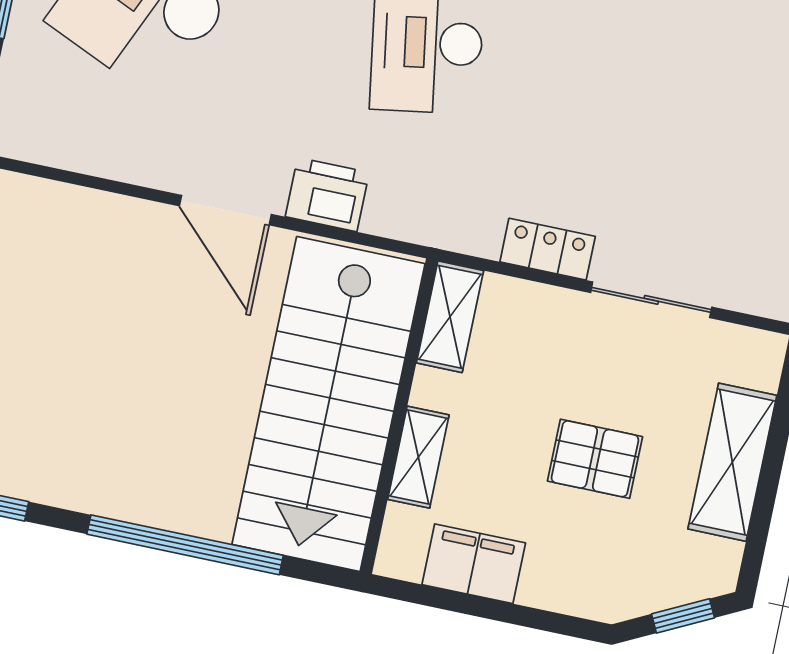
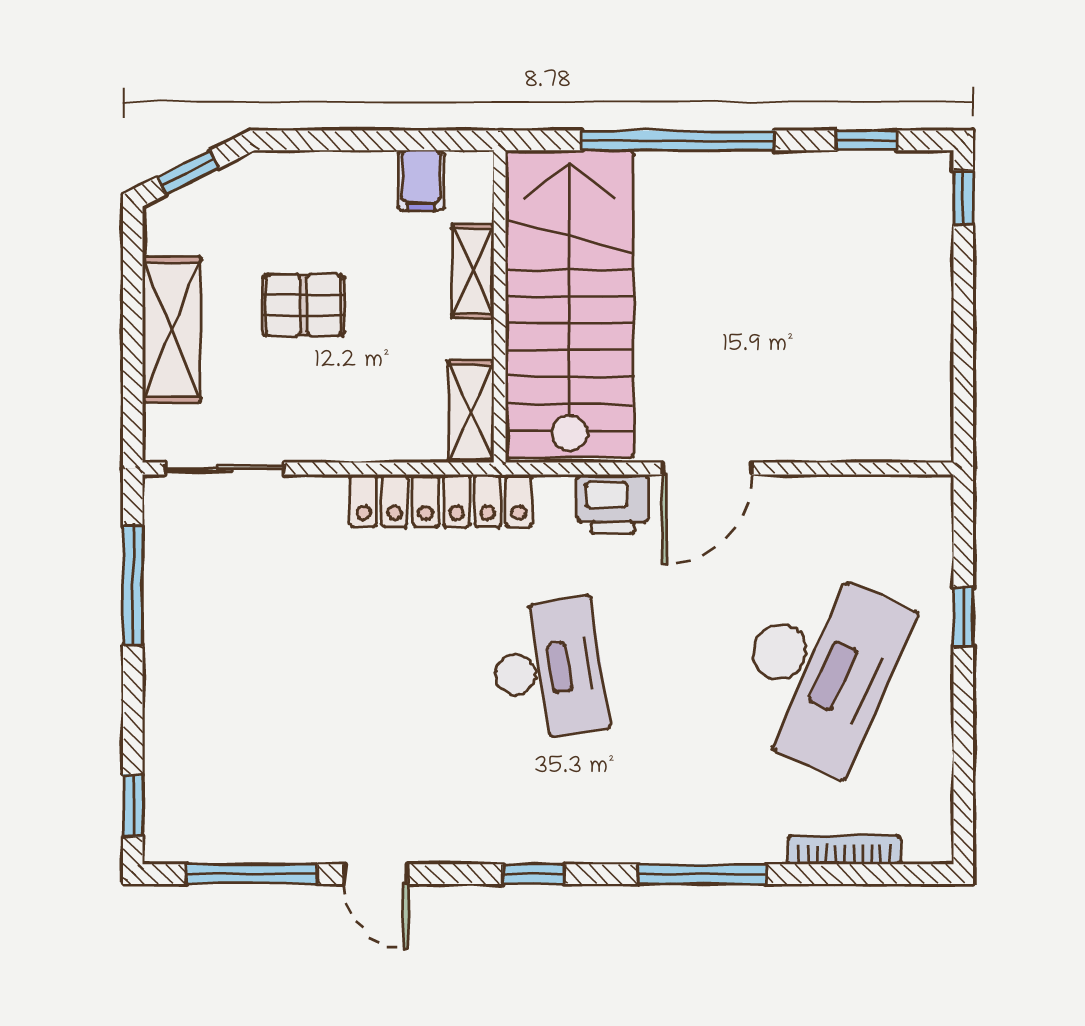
door: (225, 210) -> (707, 469), swing flipped
locker: (548, 249) -> (441, 501), width x2.16, depth x1.21
sliding door: (651, 300) -> (225, 469), moved
filing cabinet: (474, 564) -> (421, 180), width x0.50

